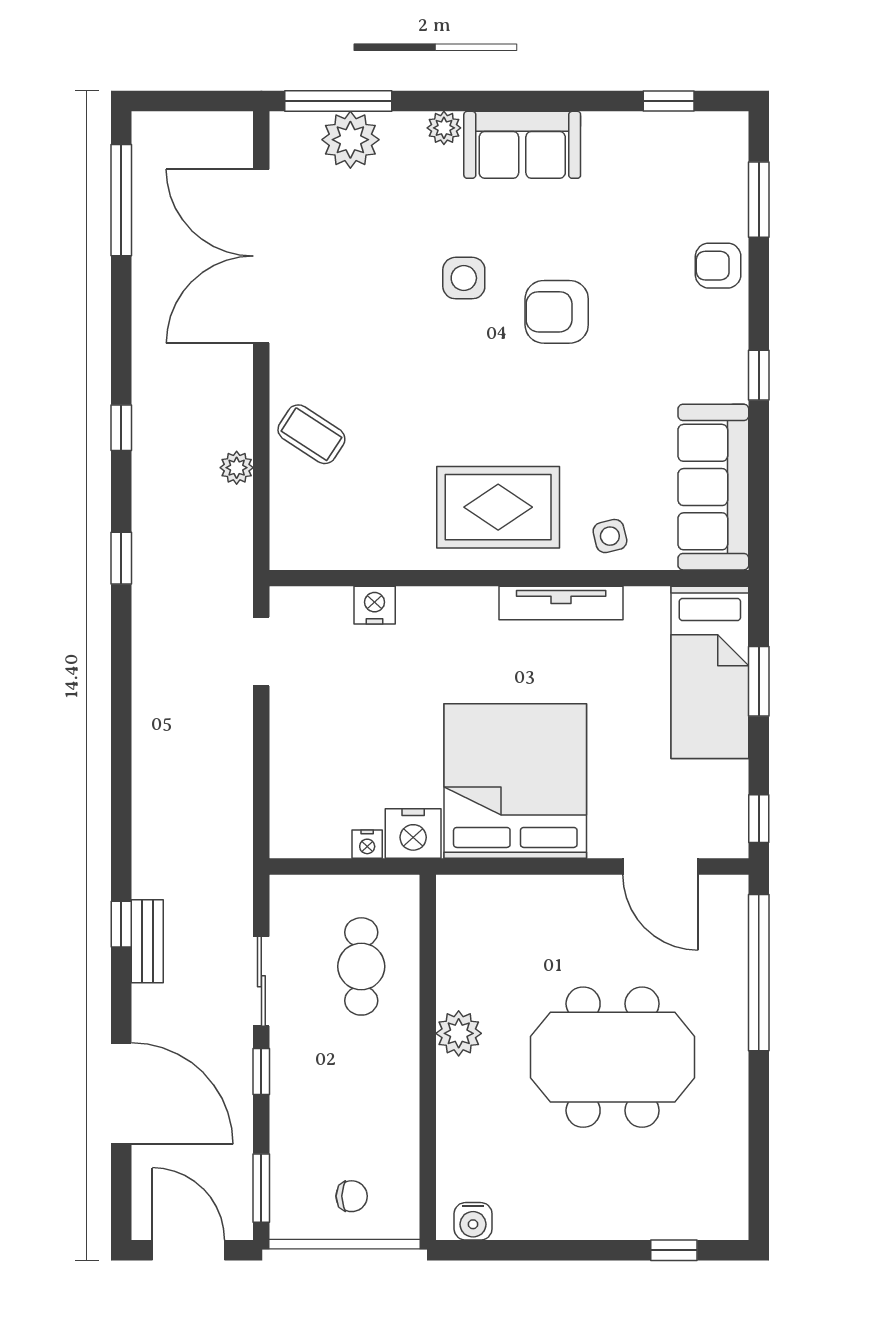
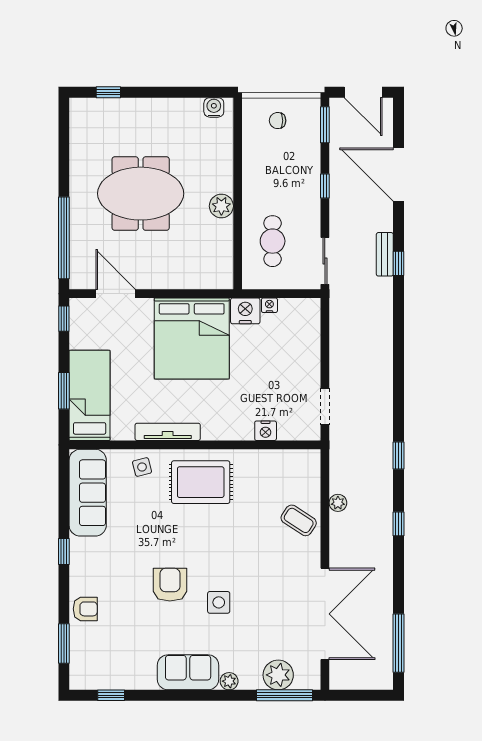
armchair: (557, 312) -> (170, 585), turned -90
sliding door: (261, 981) -> (325, 261), moved

